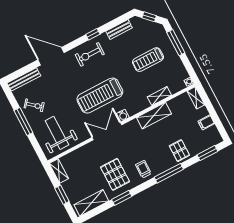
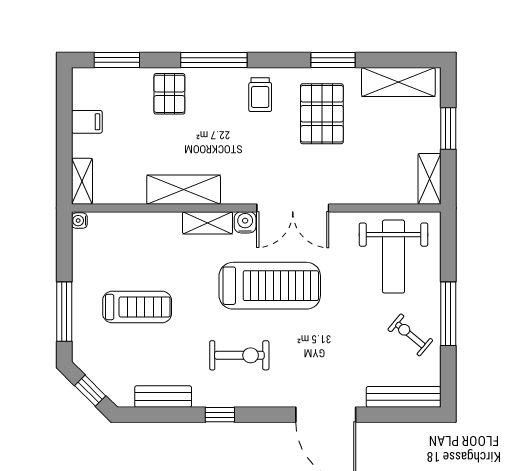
exercise bike: (90, 54) -> (239, 355), moved
shelving: (159, 96) -> (208, 223), moved

